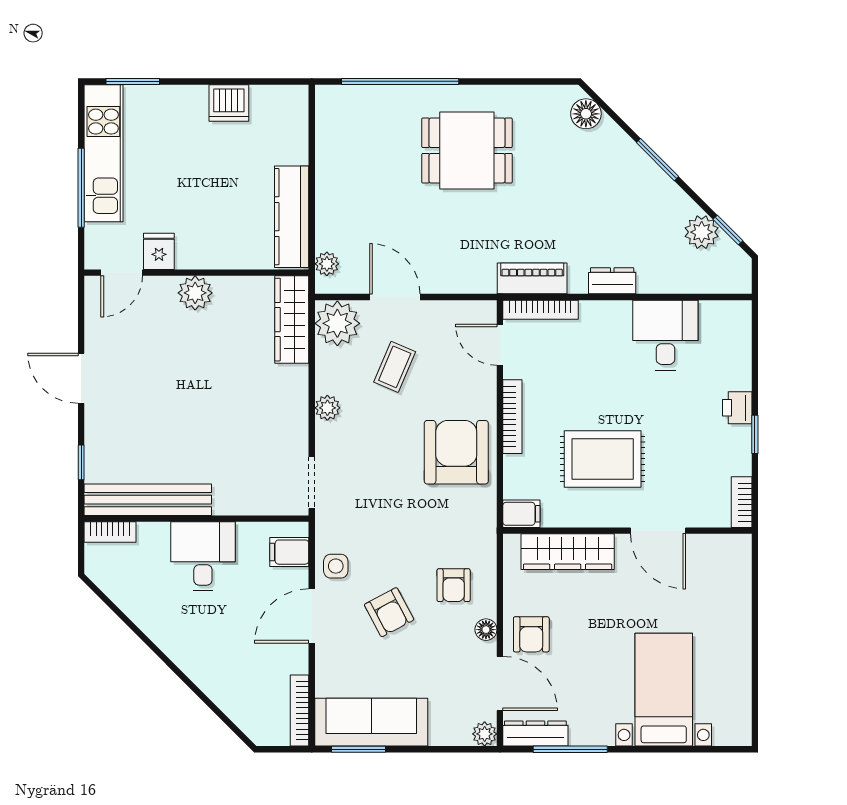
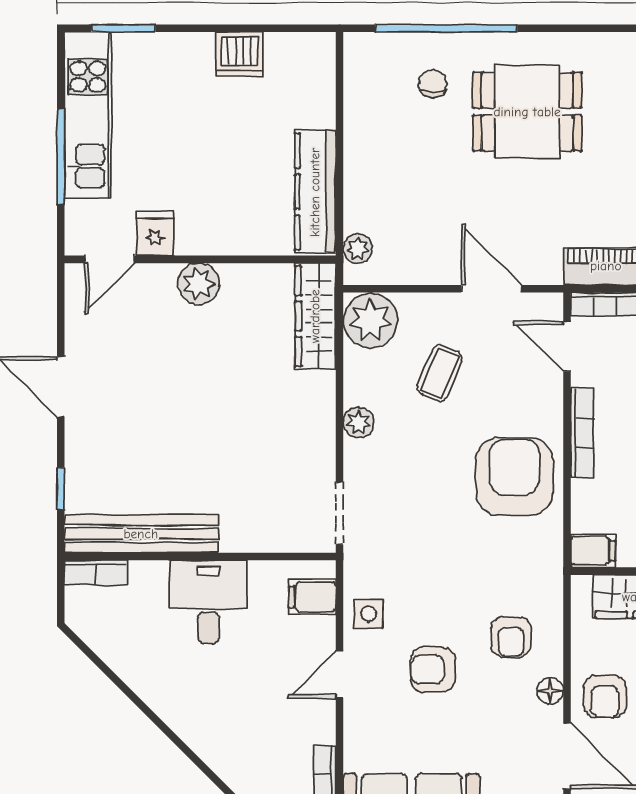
chair: (389, 127) -> (433, 84), added
door: (395, 297) -> (492, 289), moved
armchair: (389, 612) -> (433, 670), turned 118
door: (312, 616) -> (340, 674), width x0.73

